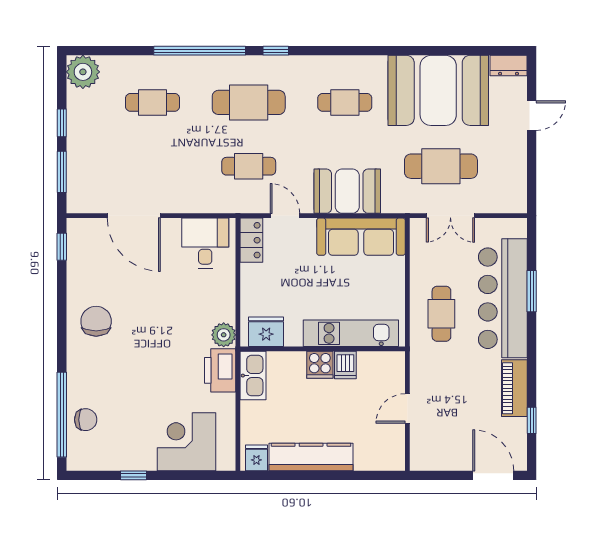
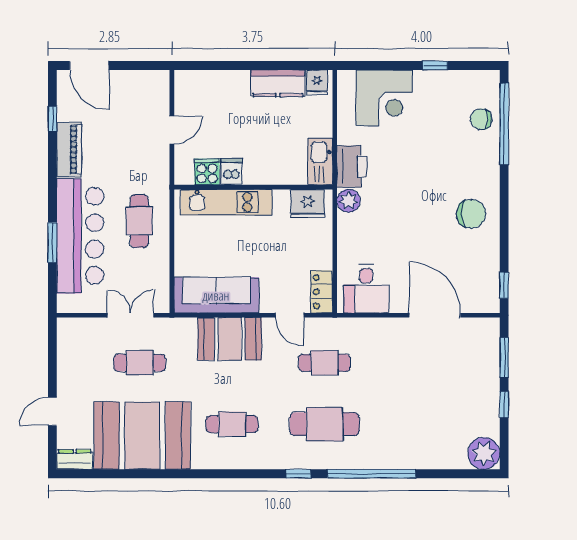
cafe table: (153, 102) -> (417, 424), removed
cafe table: (441, 166) -> (140, 363), width x0.73, depth x0.74
chair: (96, 321) -> (471, 214), turned -90
cooker: (320, 365) -> (207, 172), moved
kitchen counter: (311, 457) -> (278, 83), width x0.67

